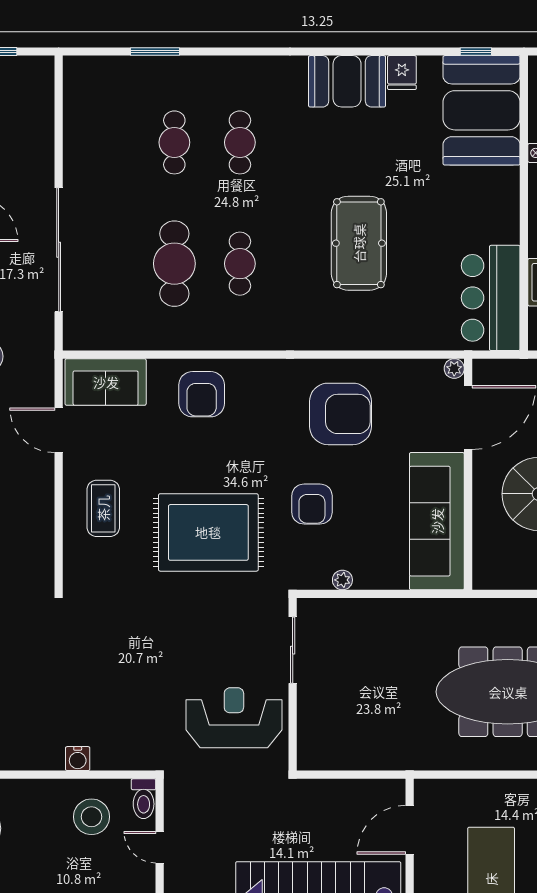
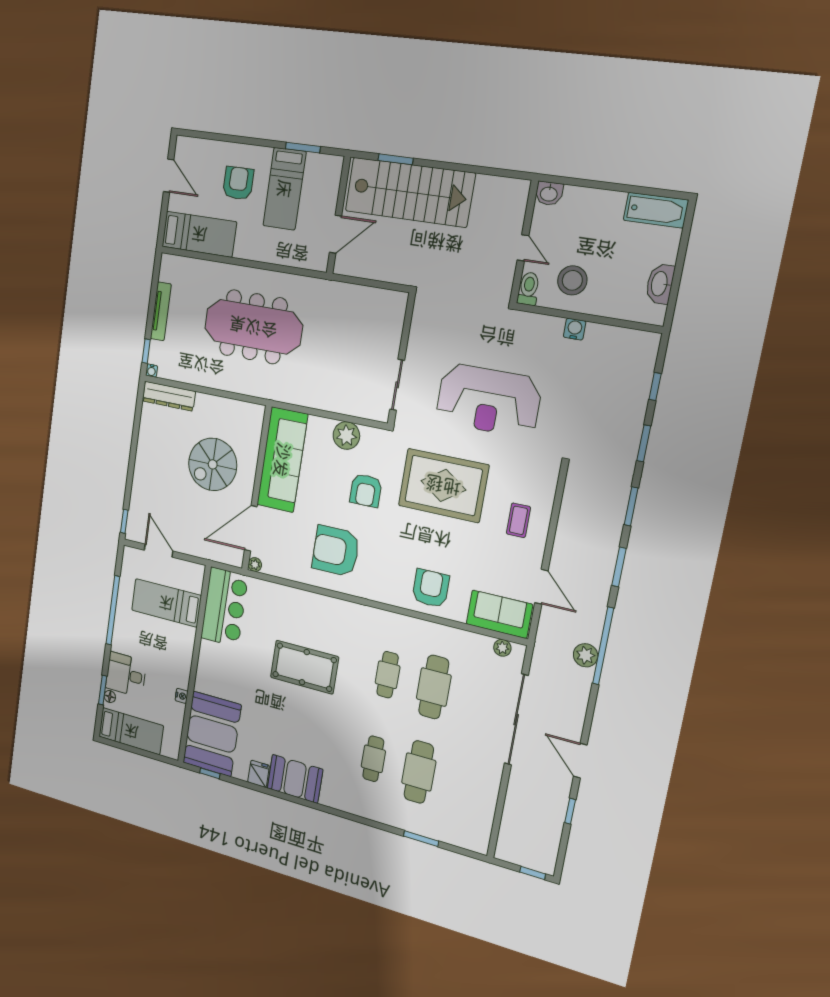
cafe table: (174, 142) -> (419, 772), width x1.37, depth x1.35
pool table: (359, 243) -> (304, 667), turned 90
plant: (94, 339) -> (502, 648), added
armchair: (312, 504) -> (366, 490), turned 180
coffee table: (103, 508) -> (518, 520), width x0.73, depth x0.77
plant: (342, 580) -> (346, 435), width x1.88, depth x1.88
reception desk: (234, 718) -> (488, 400), moved, width x1.36, depth x1.30

